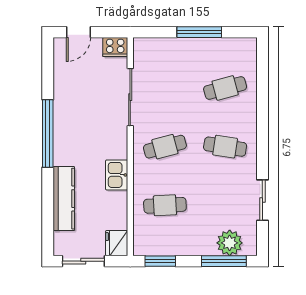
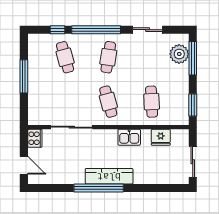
window: (262, 78) -> (57, 30), added
window: (262, 130) -> (96, 30), added
kitchen counter: (64, 199) -> (109, 176), moved
fridge: (117, 243) -> (161, 137), moved

